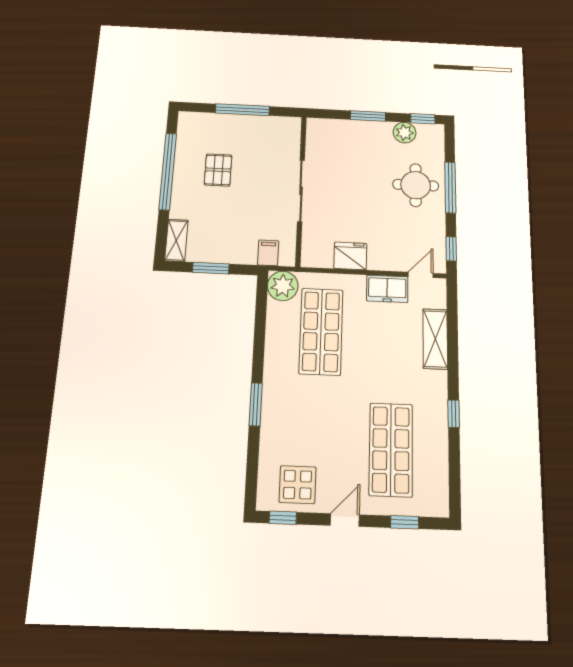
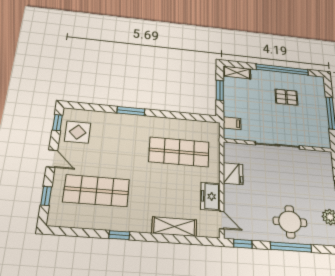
plant: (283, 286) -> (210, 131), removed

